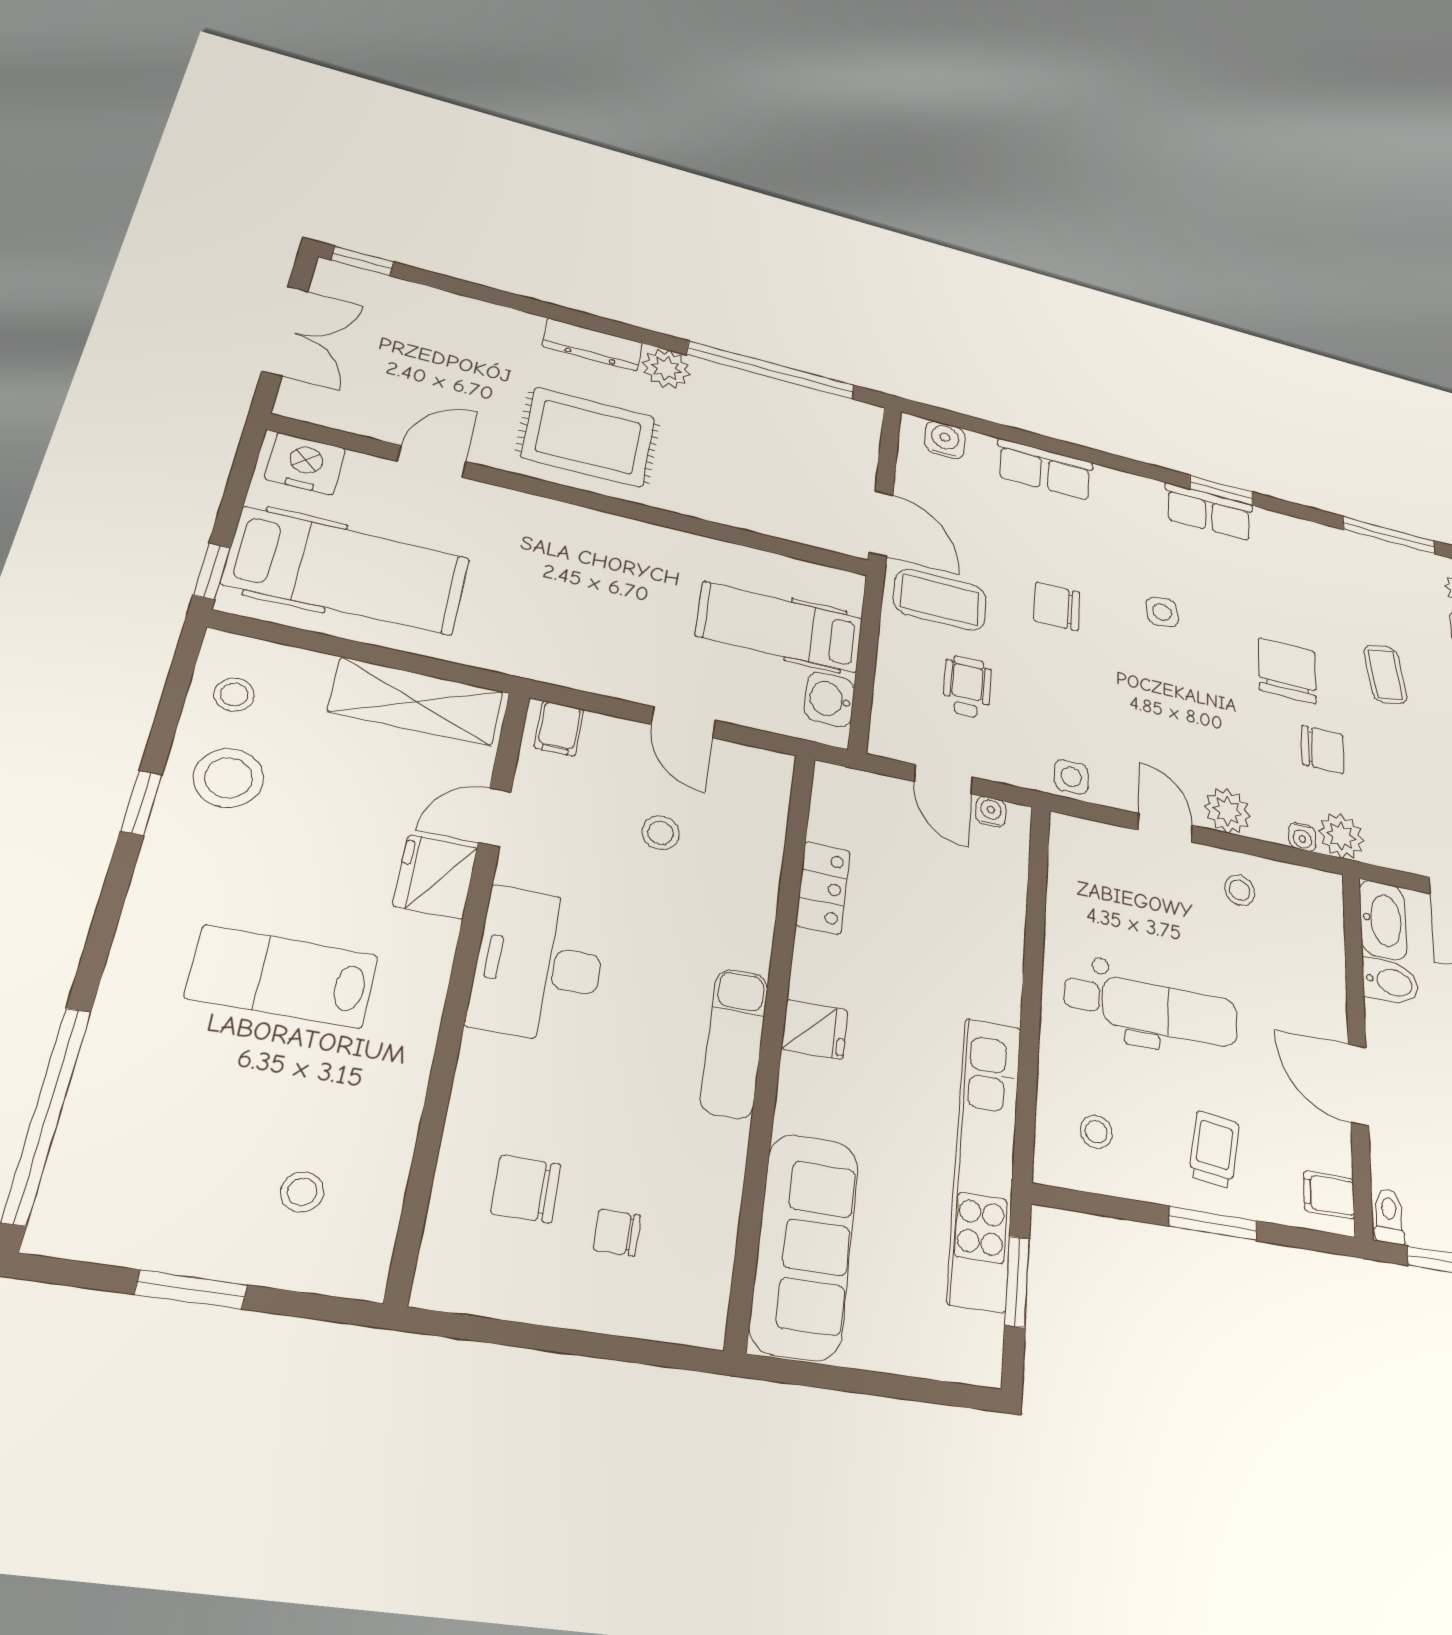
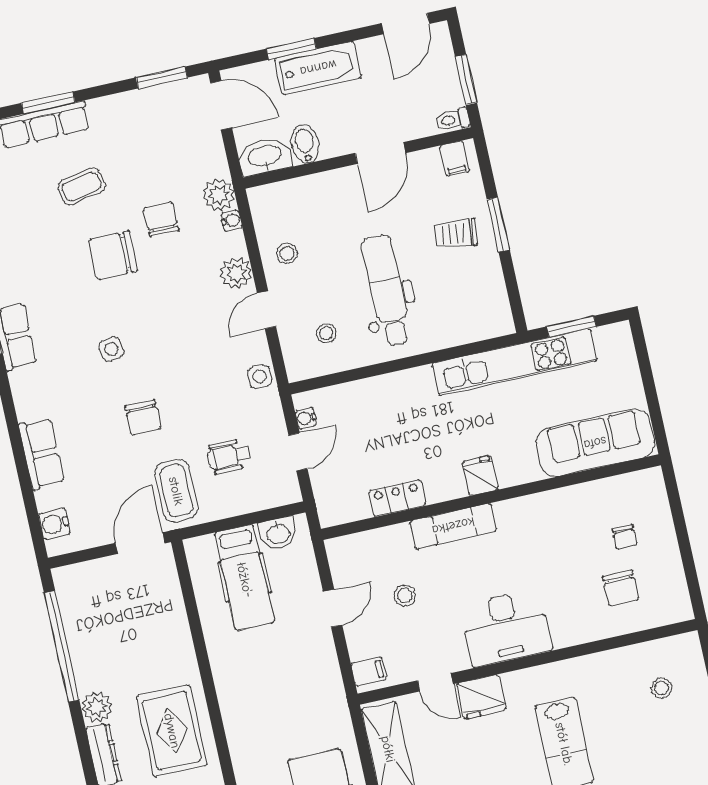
exam couch: (734, 1043) -> (453, 526), moved
stool: (1096, 1132) -> (326, 333), moved

